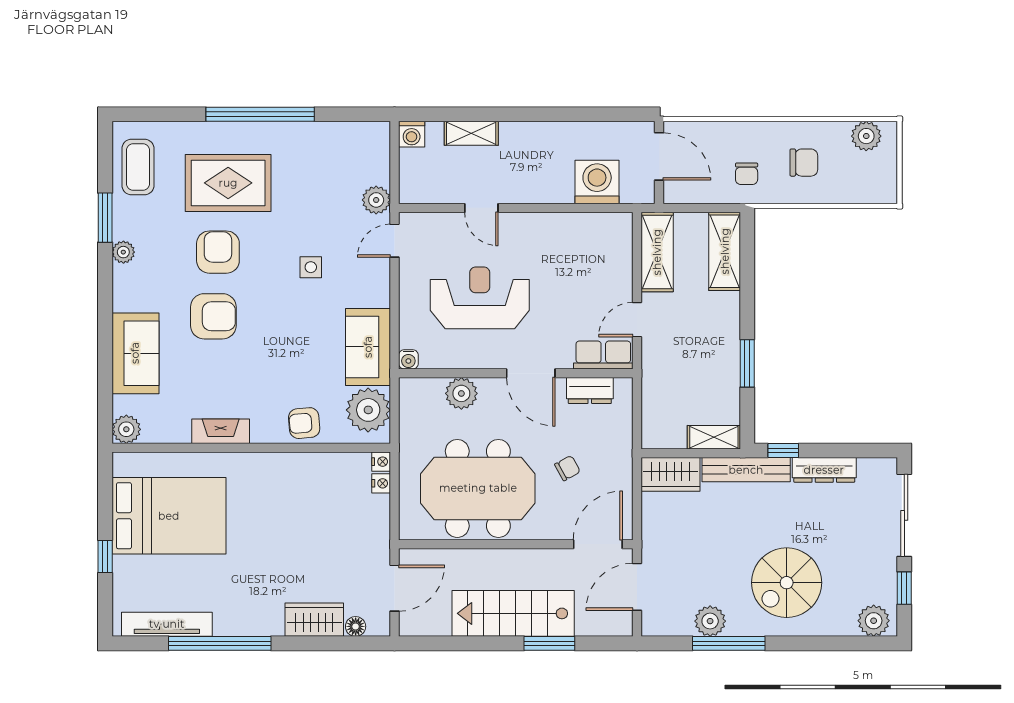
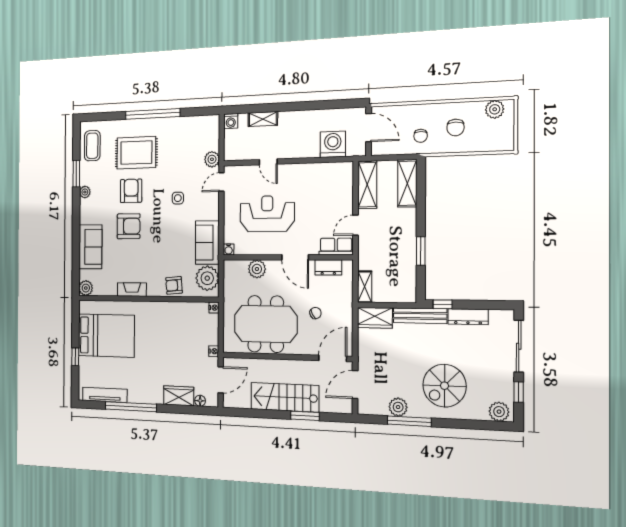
chair: (804, 163) -> (456, 127), turned 90
shelving: (714, 437) -> (365, 287), moved, turned 90
nightstand: (381, 483) -> (214, 351), moved

